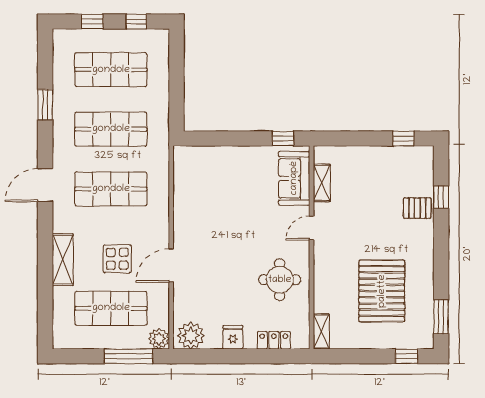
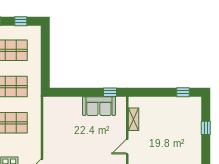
sofa: (294, 178) -> (99, 106), moved, turned -90
pallet: (417, 208) -> (191, 134), removed

